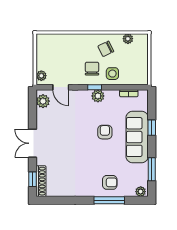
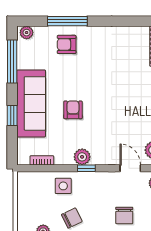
chair: (92, 69) -> (124, 215), moved
armchair: (105, 132) -> (73, 110), turned 180
window: (152, 169) -> (12, 61), width x1.44

